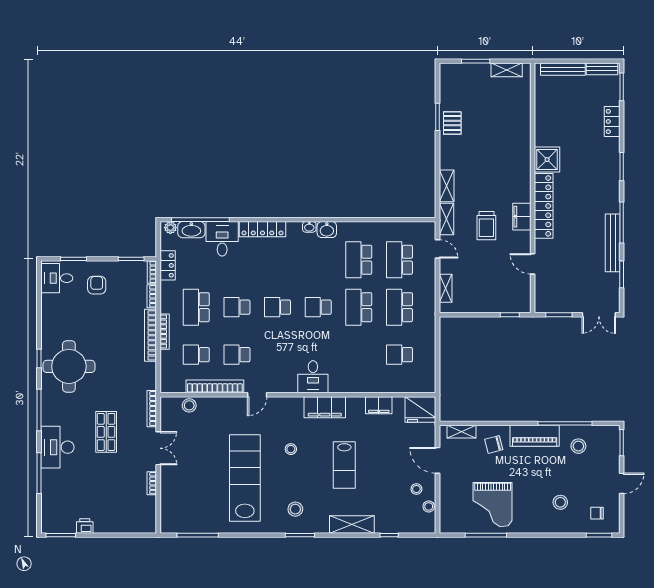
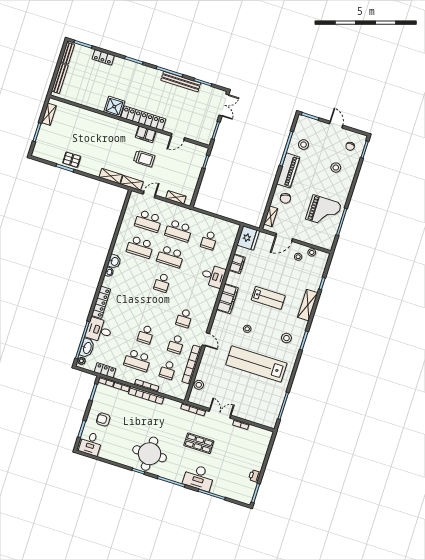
school desk: (278, 307) -> (184, 318), moved
desk: (313, 377) -> (213, 276), moved

